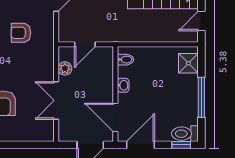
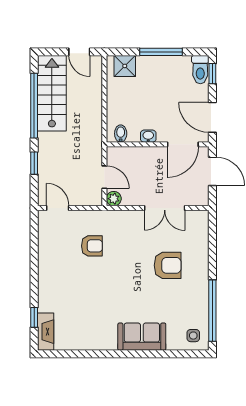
armchair: (21, 33) -> (92, 246), turned -90
plant: (65, 68) -> (114, 199), moved

